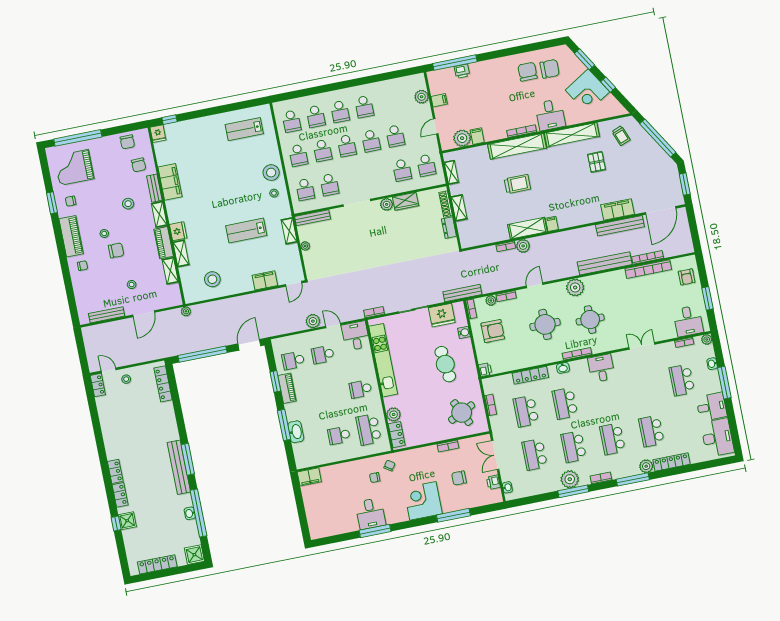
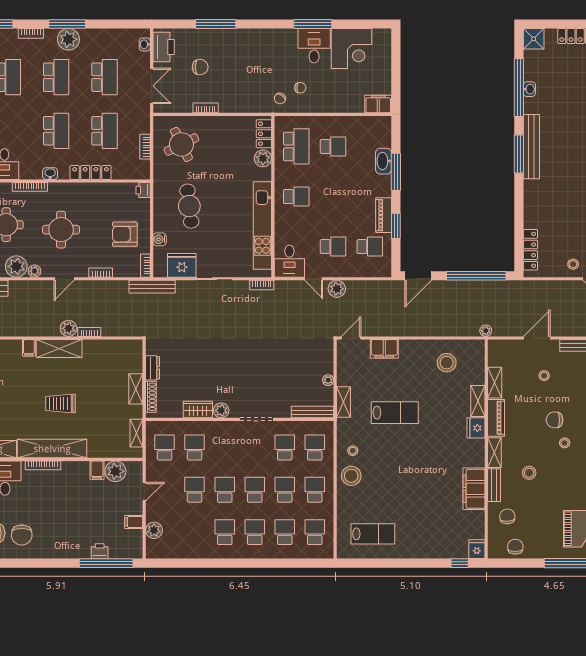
plant: (491, 300) -> (34, 271), moved
printer: (493, 482) -> (164, 47), width x1.87, depth x1.48
corner desk: (423, 501) -> (351, 49), moved

